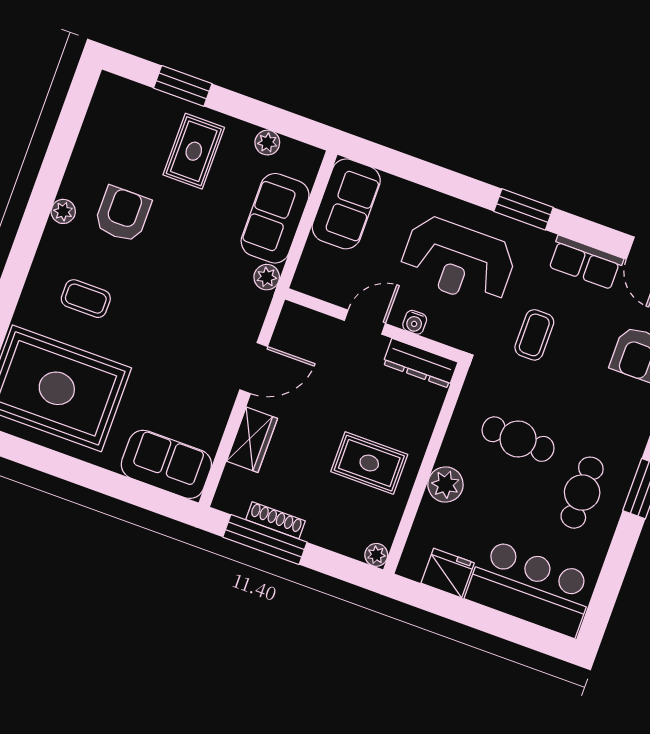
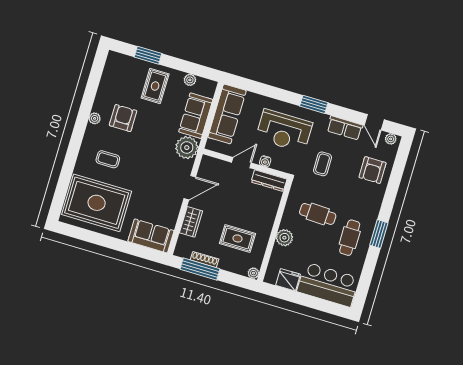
sofa: (346, 204) -> (227, 114), width x1.36
plant: (267, 277) -> (187, 148), width x1.88, depth x1.88
rug: (369, 463) -> (238, 238), moved

